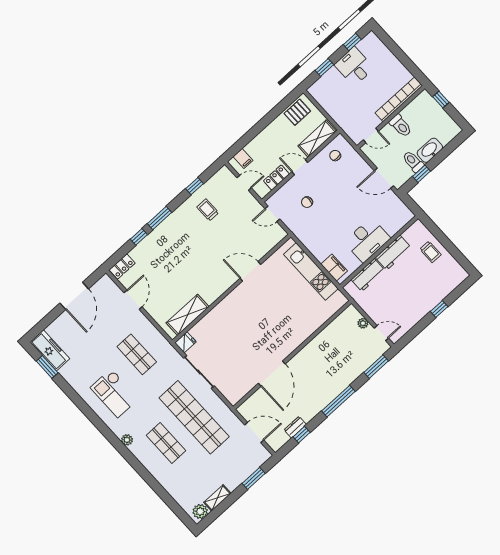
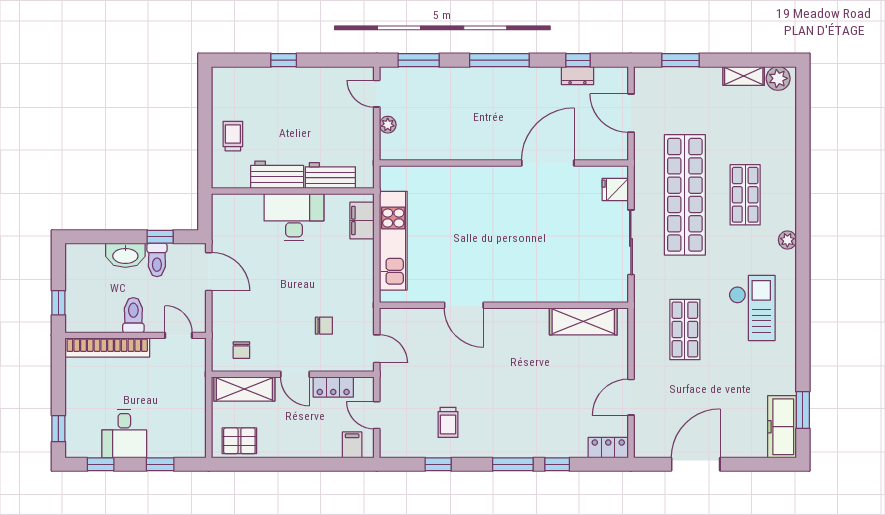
window: (387, 41) -> (58, 429), added
fridge: (185, 342) -> (615, 189), moved

